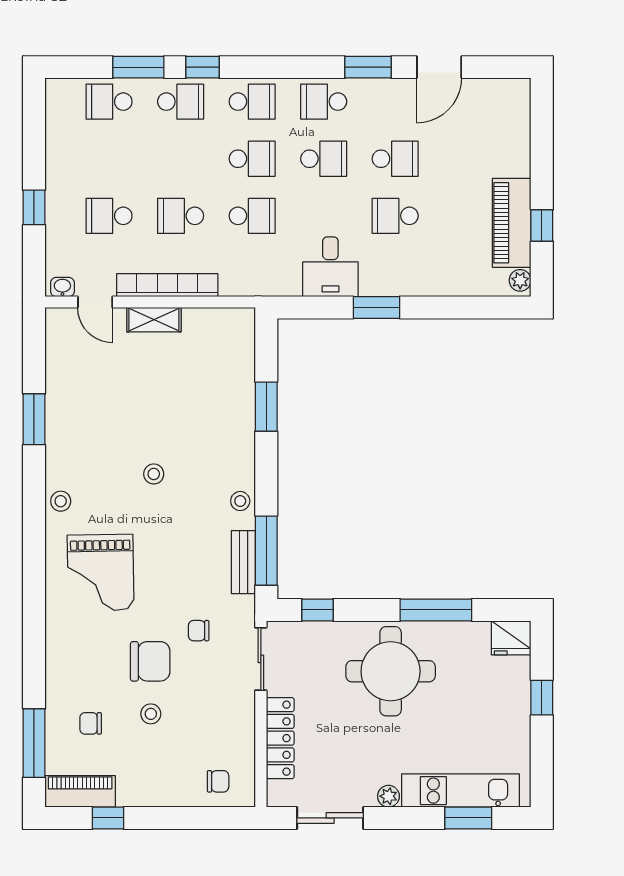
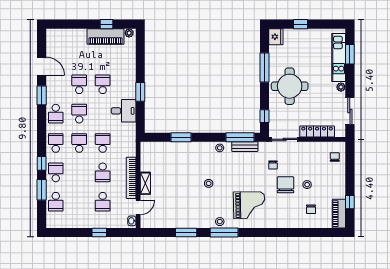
school desk: (395, 216) -> (103, 84), turned 180
window: (34, 743) -> (224, 233), moved

